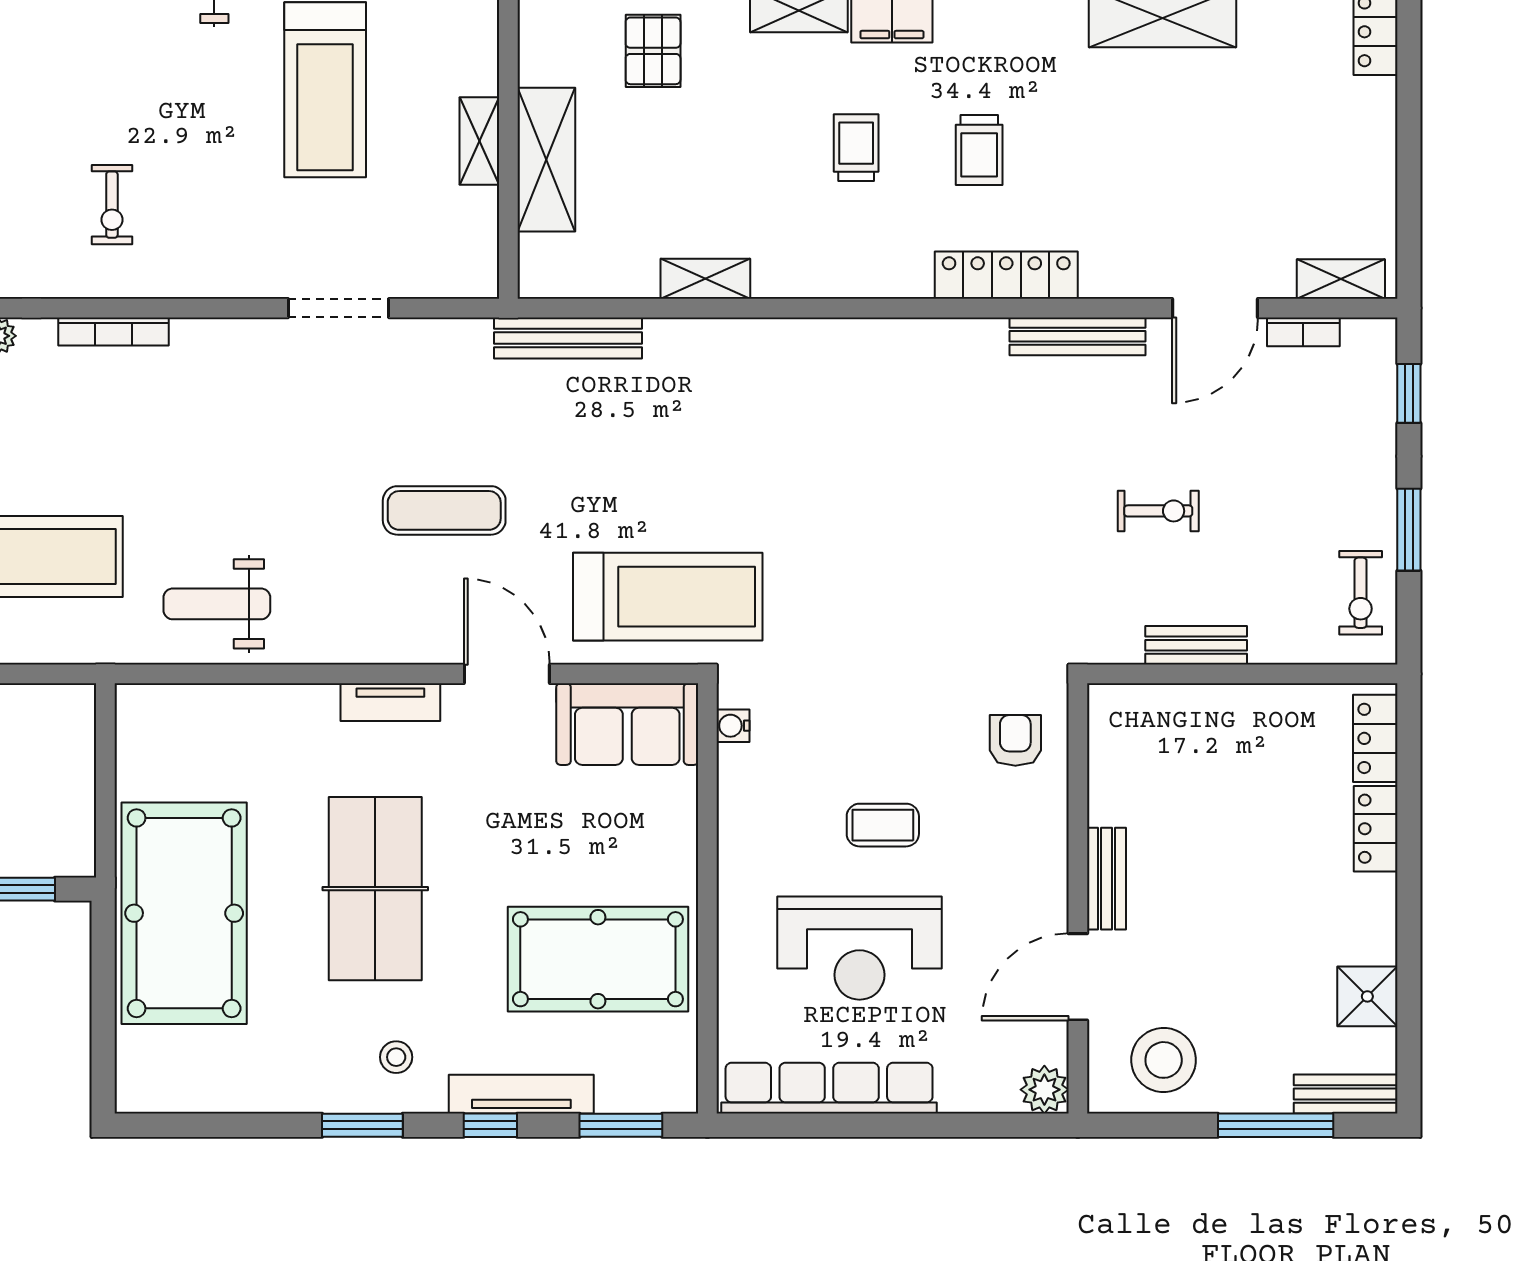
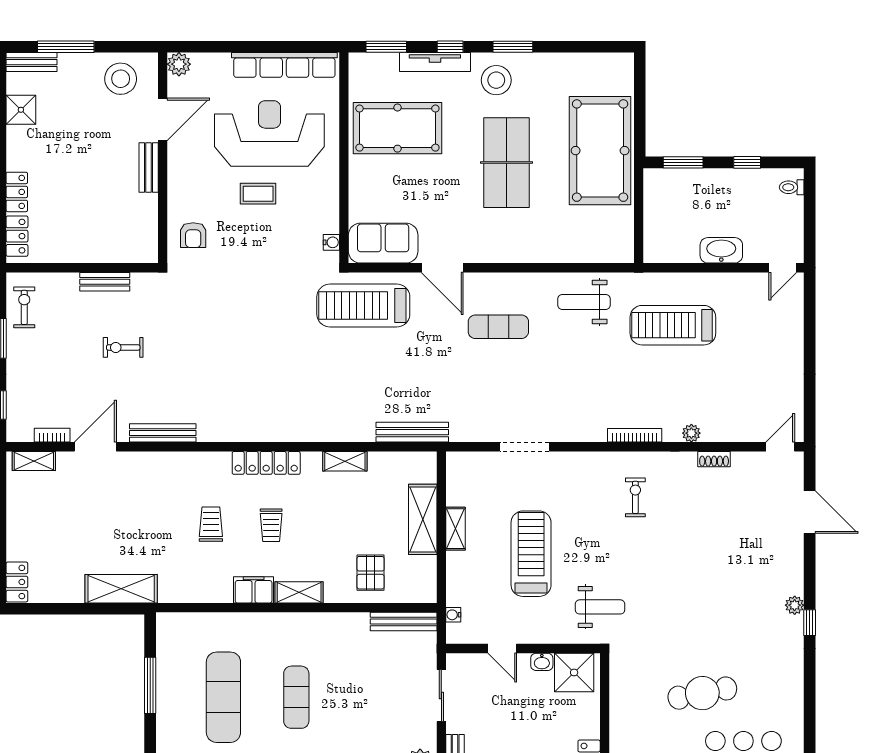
locker: (1006, 275) -> (266, 463), moved
exercise mat: (444, 510) -> (498, 327), moved
weight bench: (217, 604) -> (584, 302), turned 180
tv unit: (390, 702) -> (499, 254), removed
reception desk: (859, 948) -> (269, 134), width x1.36, depth x1.30
stool: (396, 1057) -> (496, 80), width x1.89, depth x1.89

